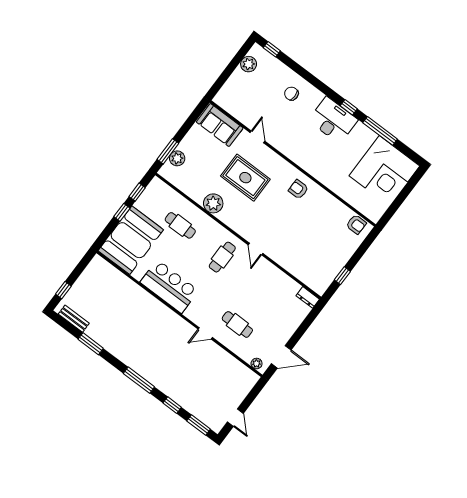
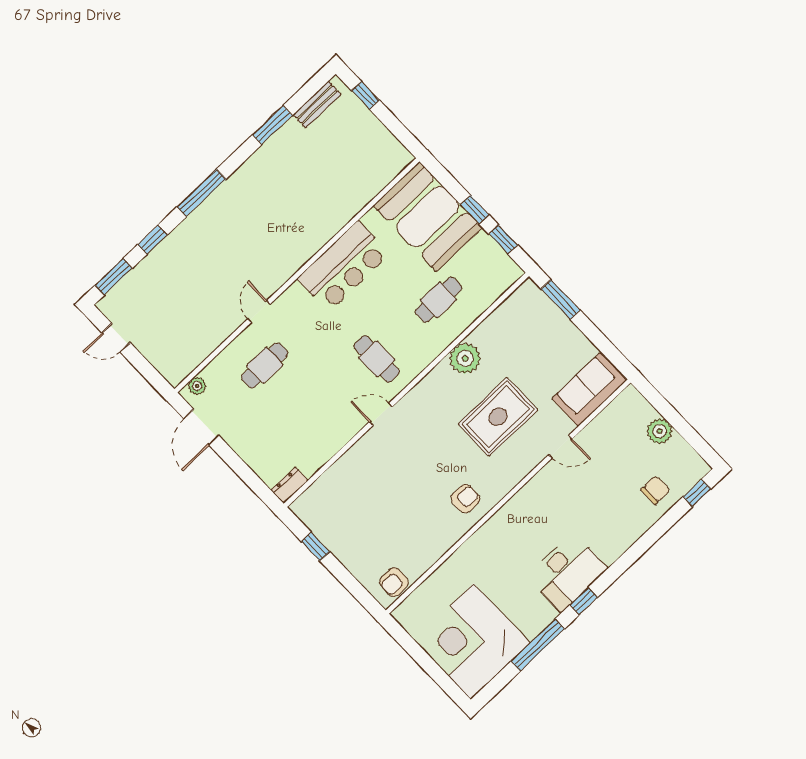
plant: (249, 64) -> (660, 431), moved
chair: (291, 94) -> (655, 490), moved
plant: (177, 158) -> (547, 312), removed

